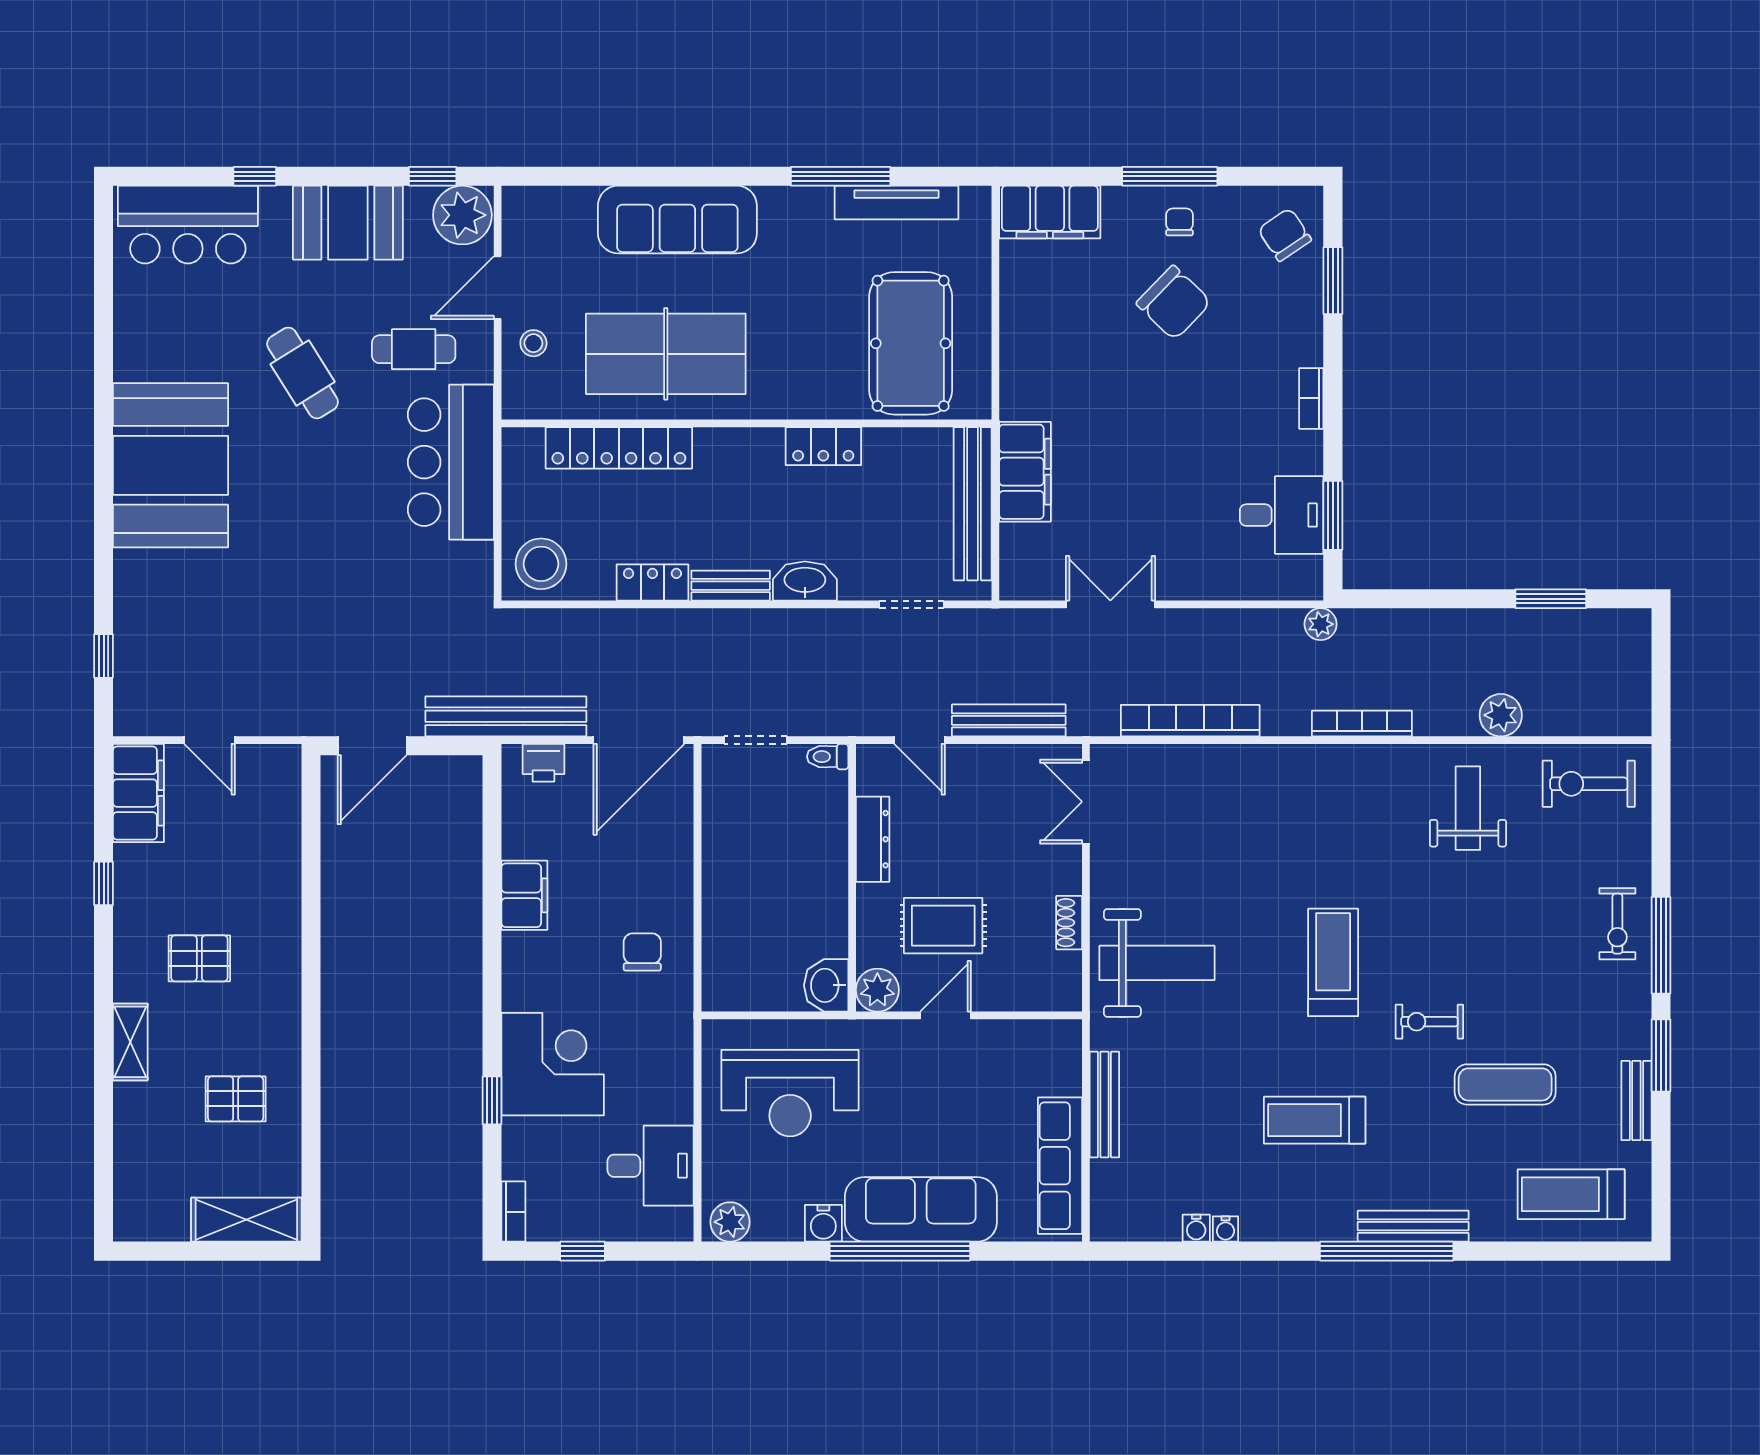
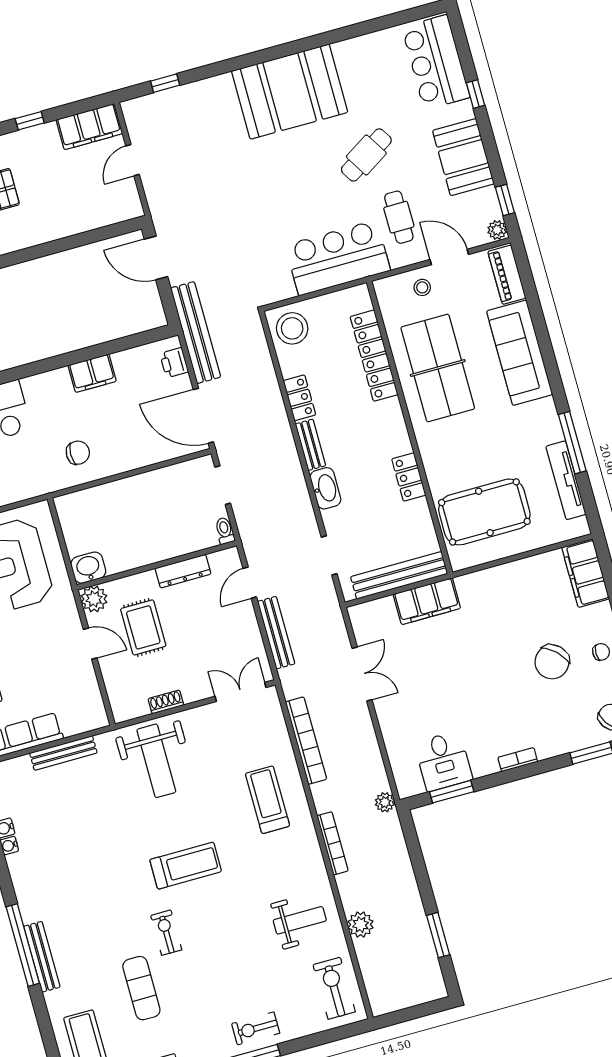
piano: (550, 206) -> (507, 275), added
plant: (462, 215) -> (497, 230), width x0.53, depth x0.53
treadmill: (1315, 1120) -> (268, 800), moved

